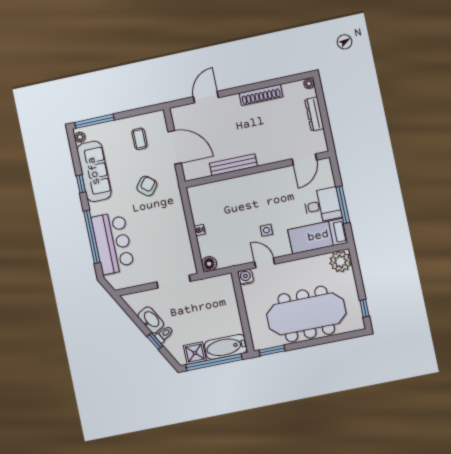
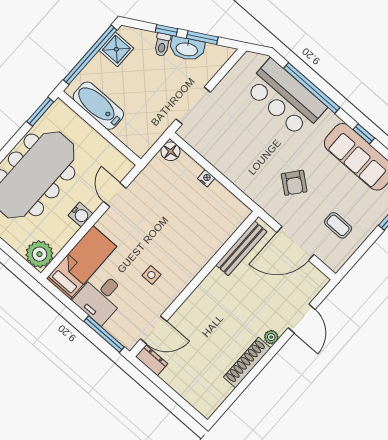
plant: (309, 84) -> (271, 337), moved
dresser: (314, 114) -> (152, 360), moved, width x0.70
door: (304, 159) -> (154, 330), swing flipped
bench: (233, 165) -> (241, 248), moved
window: (343, 205) -> (104, 334), moved
side table: (266, 230) -> (151, 275), moved
door: (265, 263) -> (115, 195), swing flipped
water cooler: (246, 277) -> (80, 215), moved
window: (136, 320) -> (202, 38), added
bathtub: (226, 347) -> (98, 106), moved, turned -90

